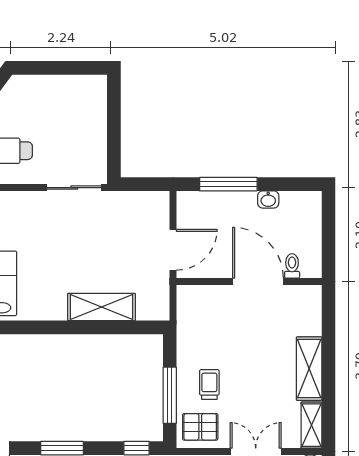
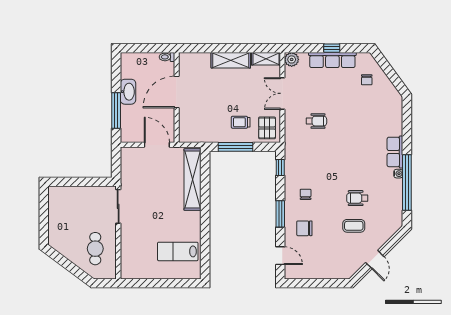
washbasin: (268, 199) -> (128, 92), width x1.91, depth x1.45
toilet: (292, 266) -> (167, 57), moved
shelving: (101, 307) -> (193, 180), width x1.47
window: (170, 395) -> (236, 147), moved

